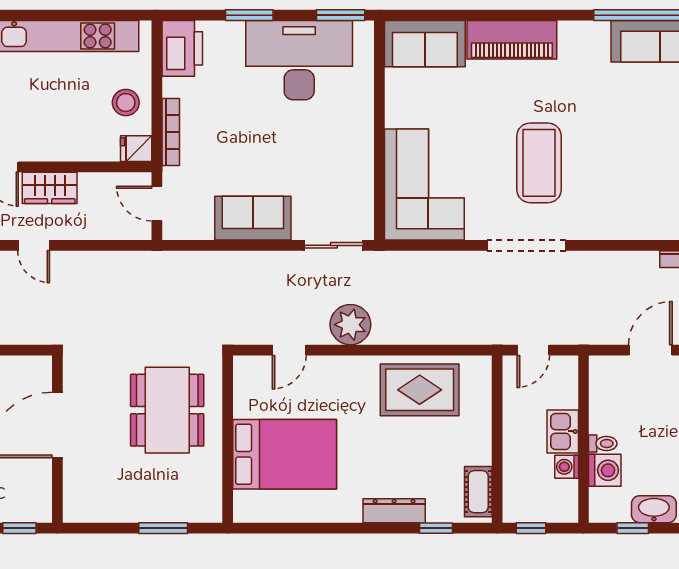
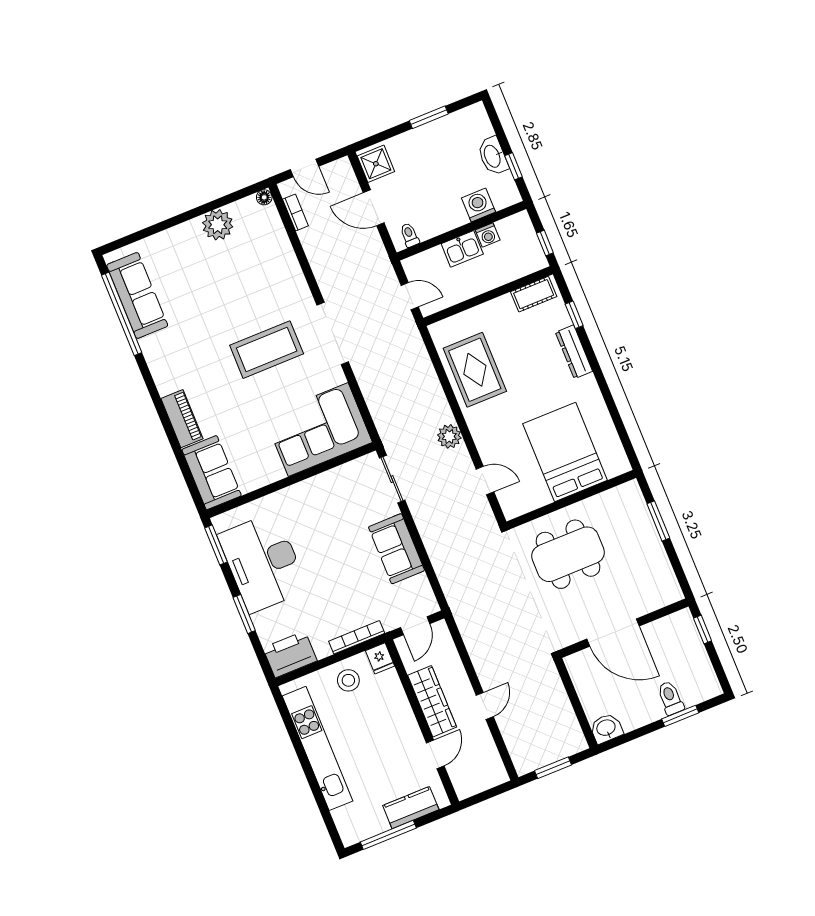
piano: (512, 40) -> (182, 419), width x0.73, depth x0.75
wardrobe: (50, 188) -> (432, 701), width x1.50
plant: (350, 325) -> (449, 436), width x0.73, depth x0.73
toilet: (603, 444) -> (409, 235), moved

